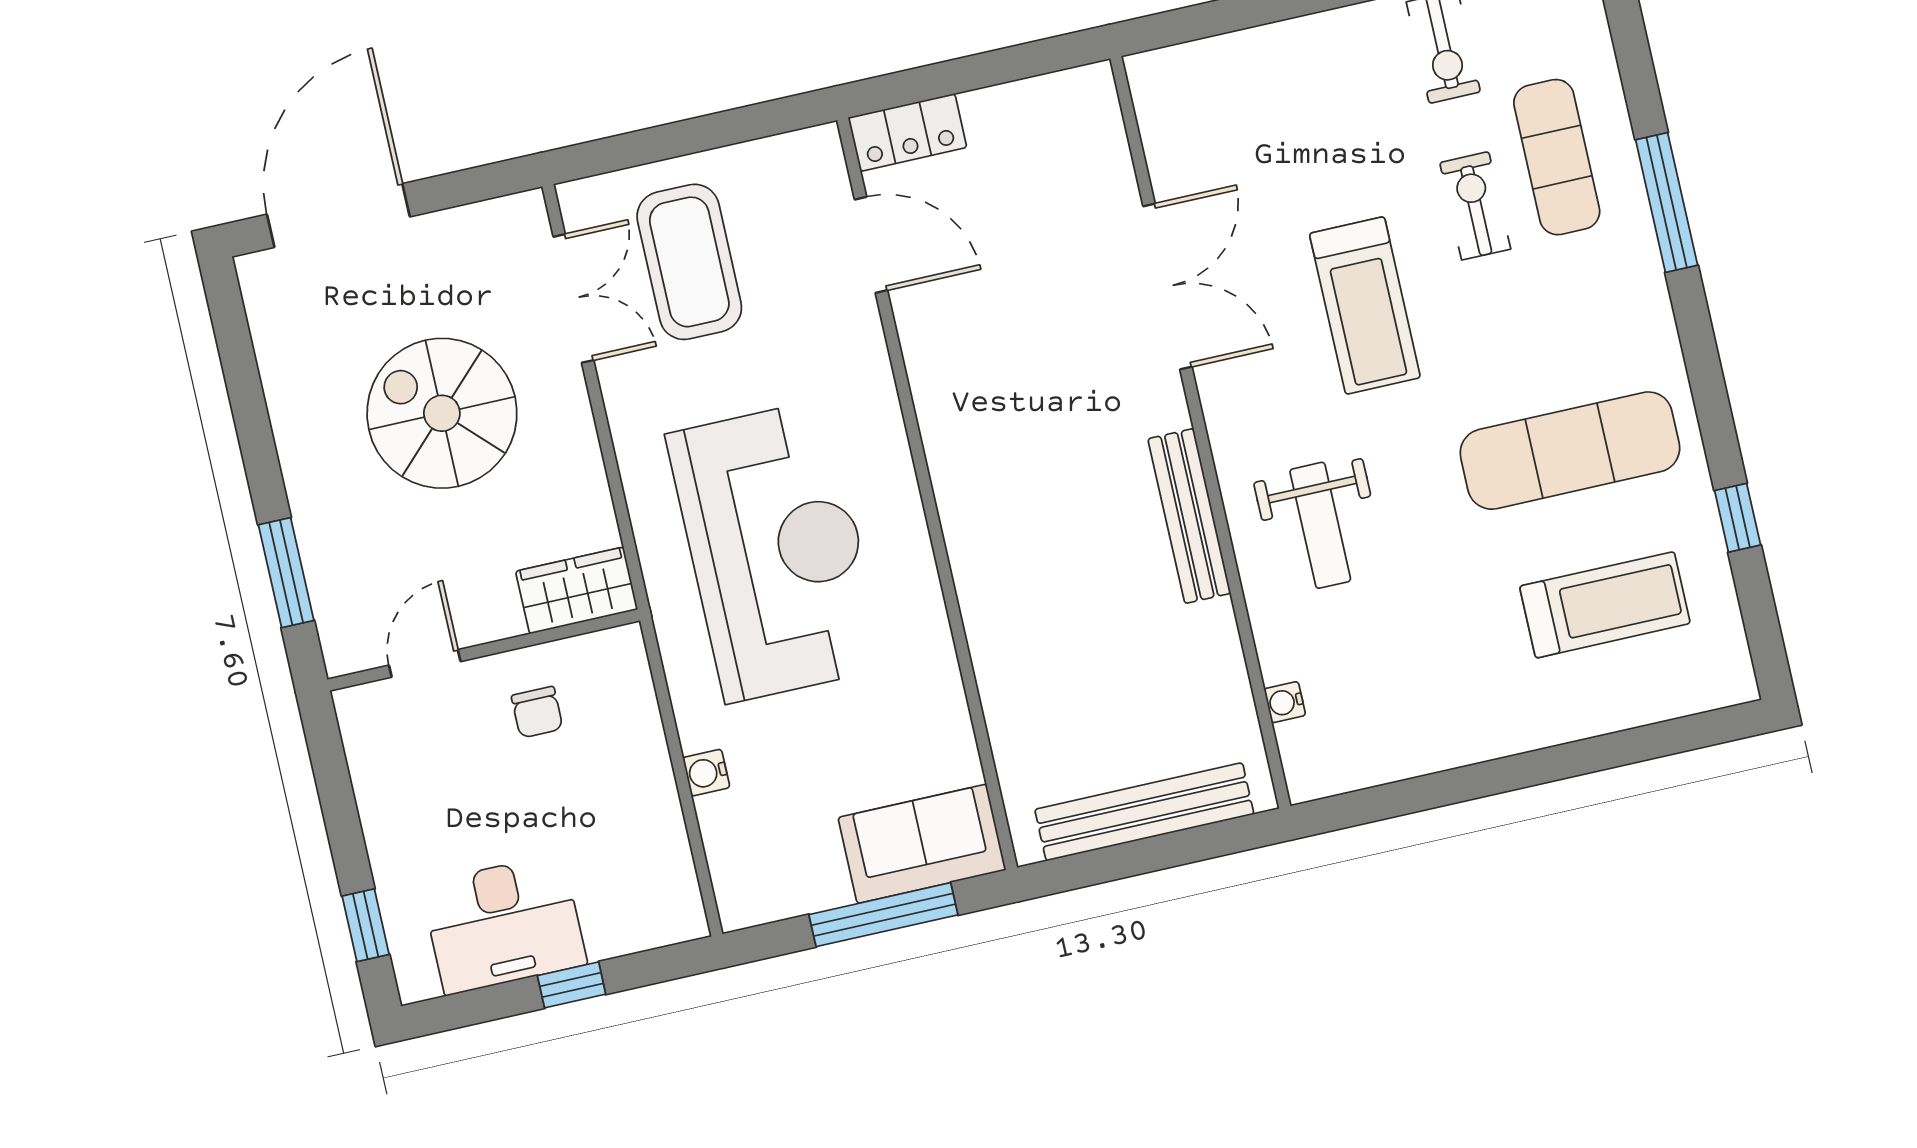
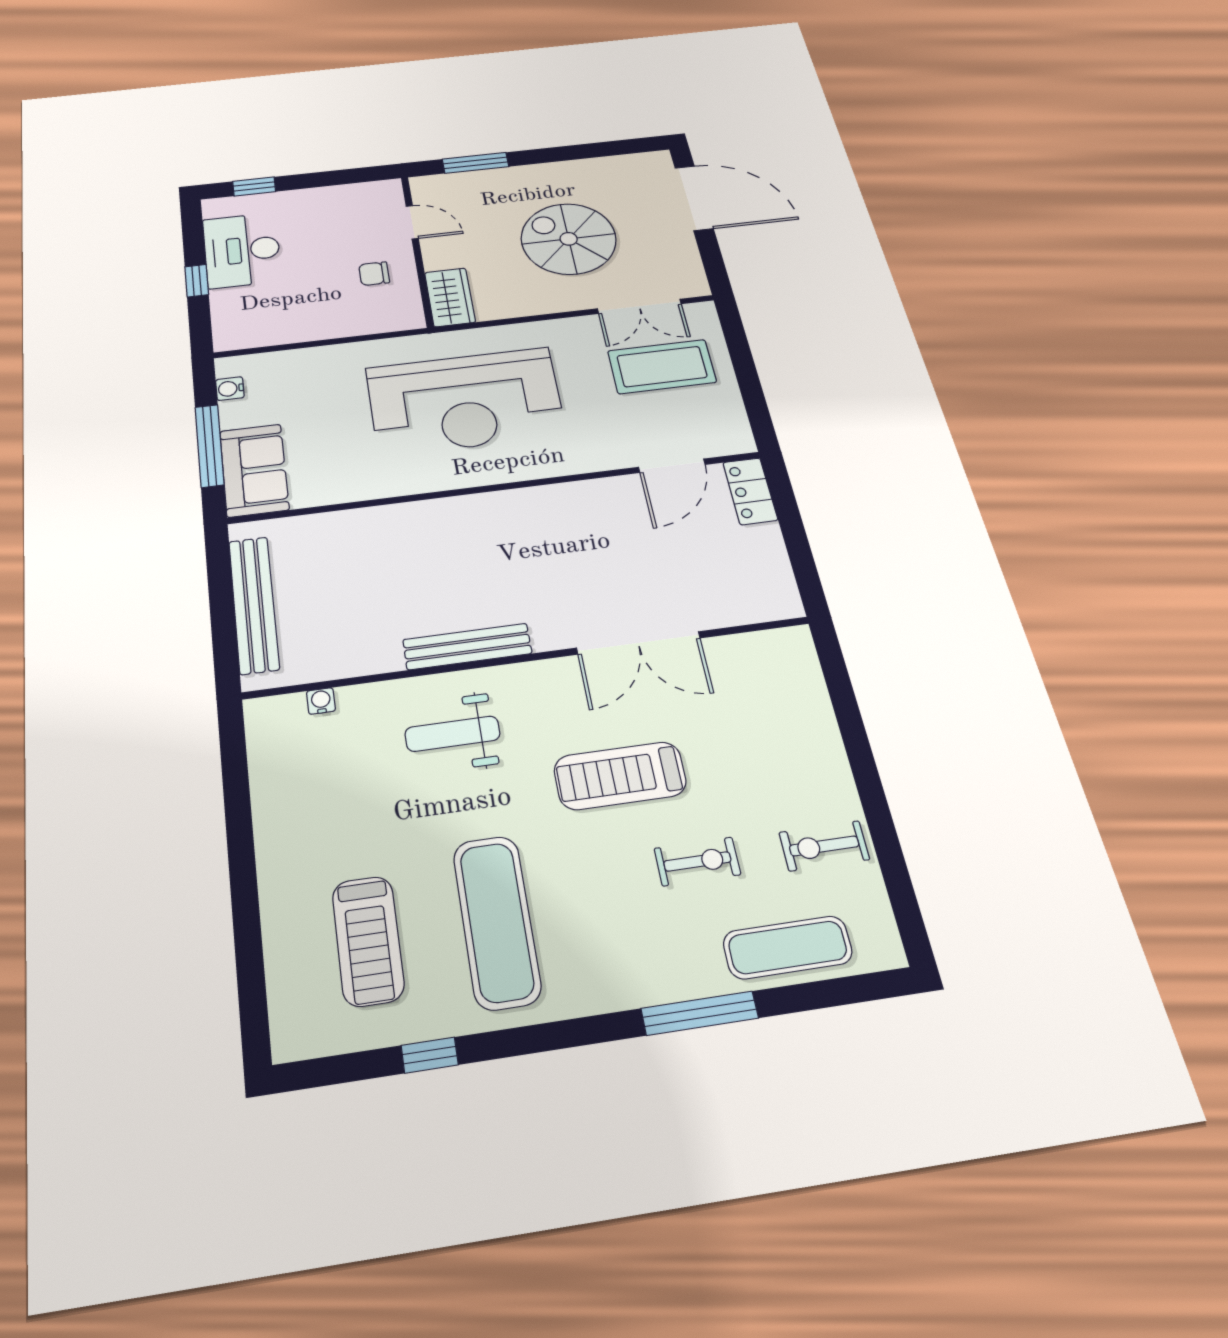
exercise mat: (1557, 157) -> (788, 947), moved
spiral stairs: (442, 413) -> (569, 239), turned -90
water cooler: (706, 773) -> (230, 389), moved, turned -90

